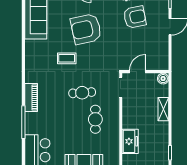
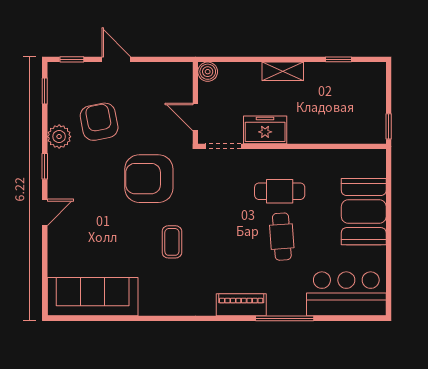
armchair: (86, 29) -> (149, 179), moved, turned 102
cafe table: (82, 93) -> (282, 237), moved
shelving: (163, 109) -> (283, 71), moved
freezer: (130, 141) -> (265, 130), moved

